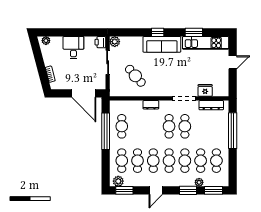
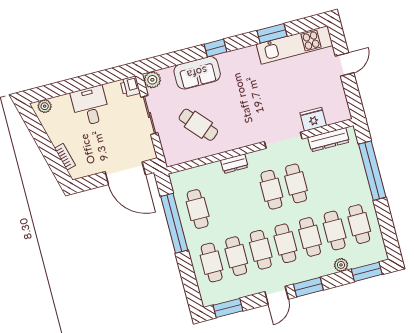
sofa: (162, 44) -> (197, 73), moved, width x0.73
plant: (118, 181) -> (215, 296), removed
window: (188, 190) -> (308, 287), moved

